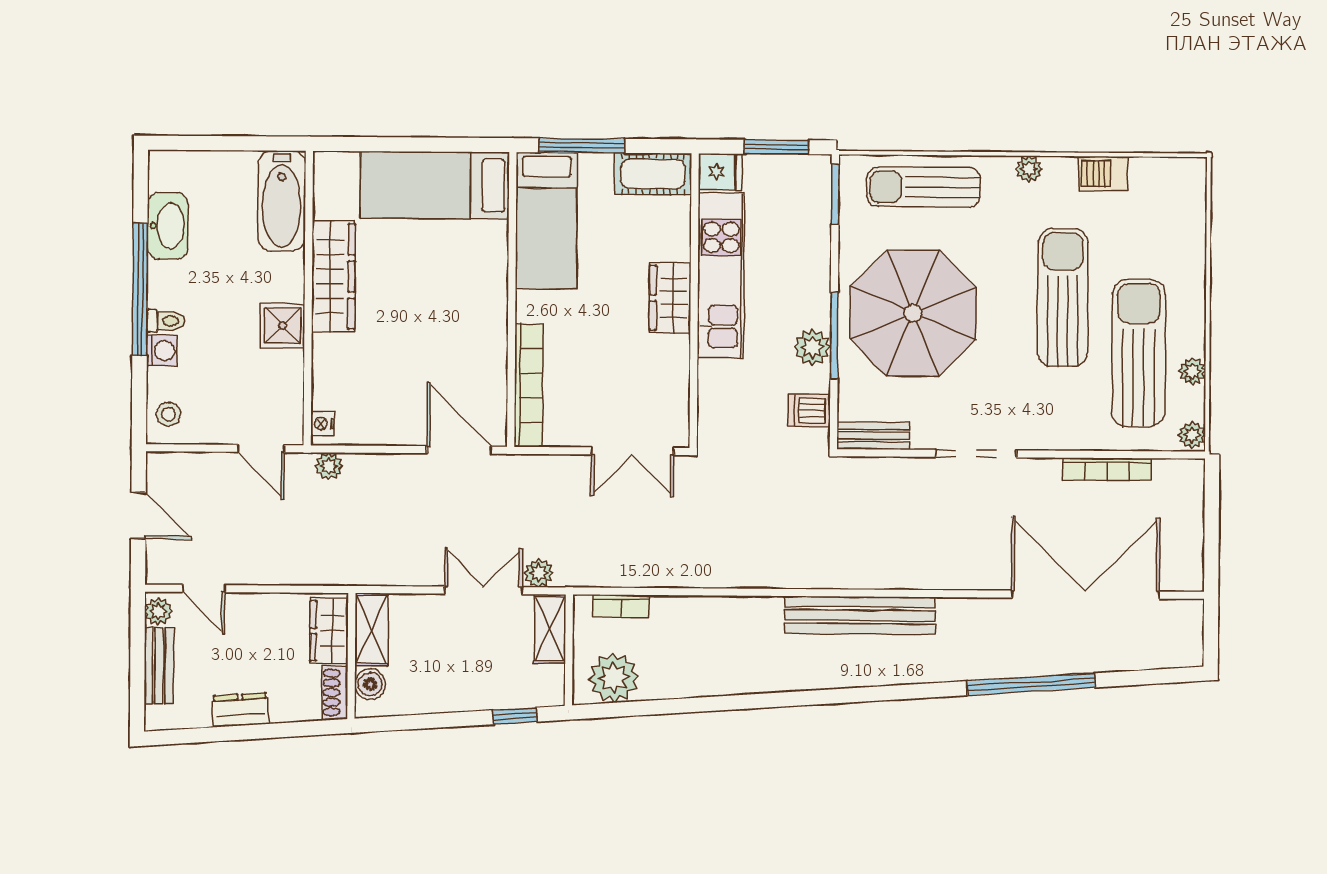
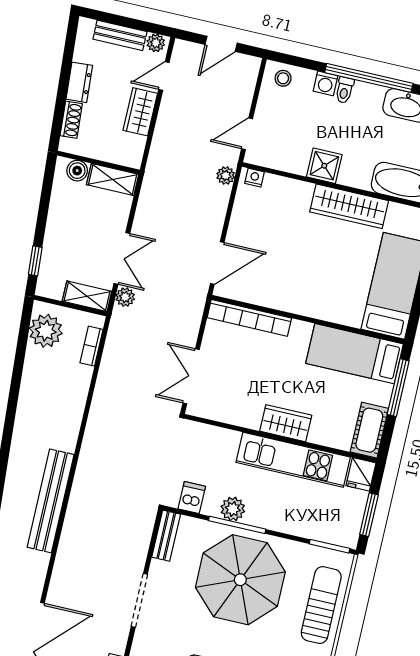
wardrobe: (329, 631) -> (140, 112), moved, turned -90
shoe rack: (335, 693) -> (71, 120), moved, turned 86

